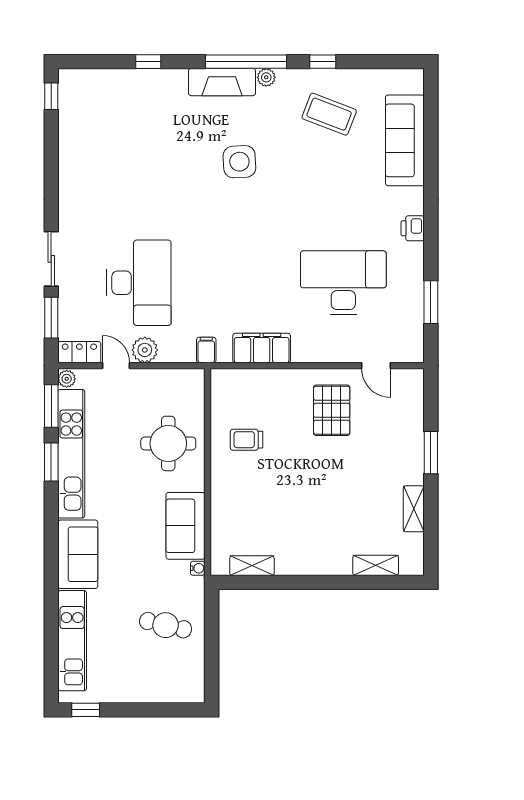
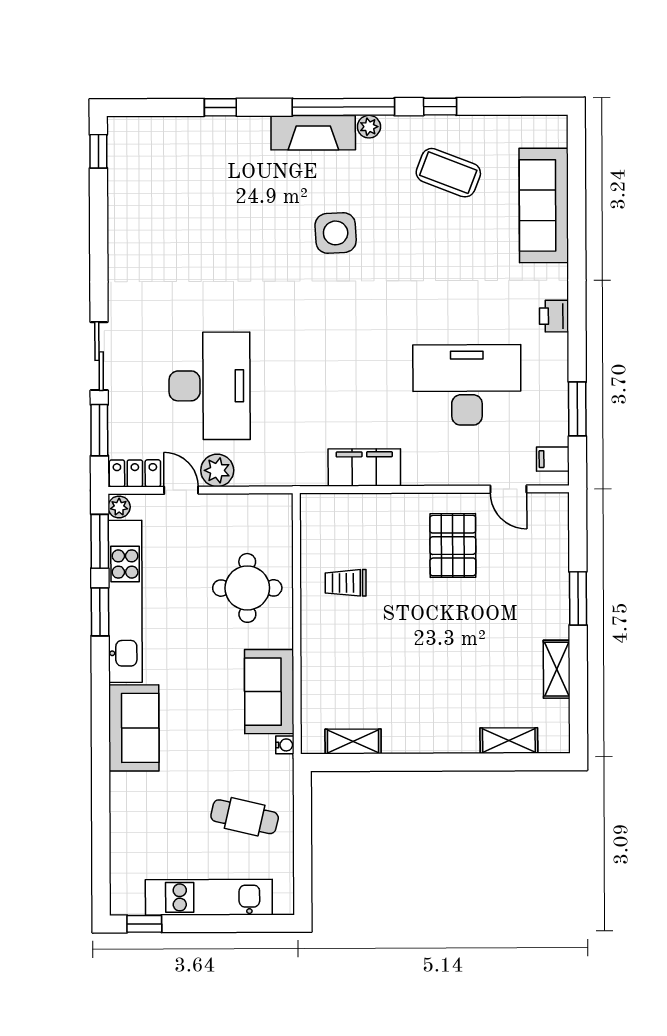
filing cabinet: (206, 350) -> (553, 459), moved, turned -90
kitchen unit: (72, 641) -> (209, 897), moved, turned -90

